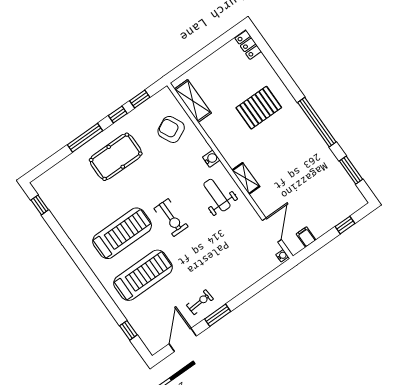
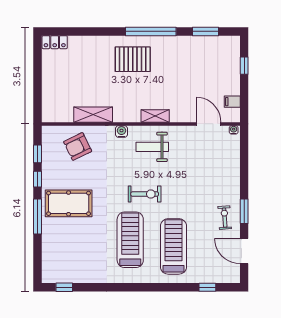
shelving: (193, 101) -> (93, 115), moved
pallet: (259, 108) -> (133, 59), moved, turned 90
pool table: (116, 157) -> (69, 203), turned 90

